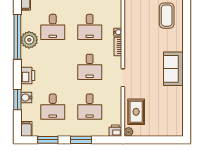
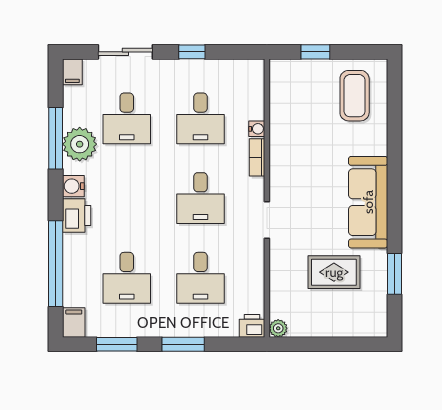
window: (17, 37) -> (56, 138), width x0.68
sofa: (173, 69) -> (368, 202), width x1.36
water cooler: (26, 98) -> (73, 186), moved
window: (17, 100) -> (56, 264), width x2.11
window: (187, 105) -> (395, 274), added
rug: (136, 112) -> (334, 272), moved, turned 90

